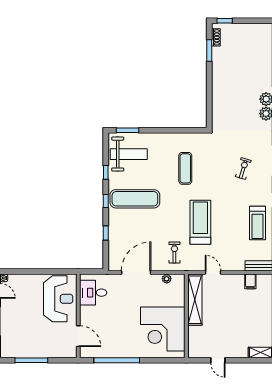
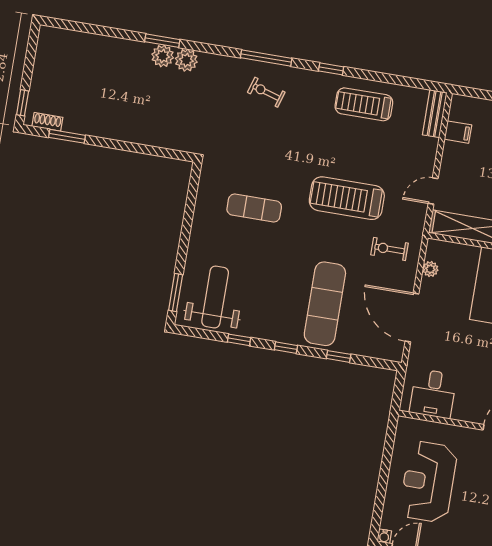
exercise bike: (243, 168) -> (266, 92), moved
exercise mat: (135, 199) -> (325, 304), moved
treadmill: (257, 223) -> (364, 104), turned 180
reception desk: (58, 299) -> (428, 482), moved, turned -90

